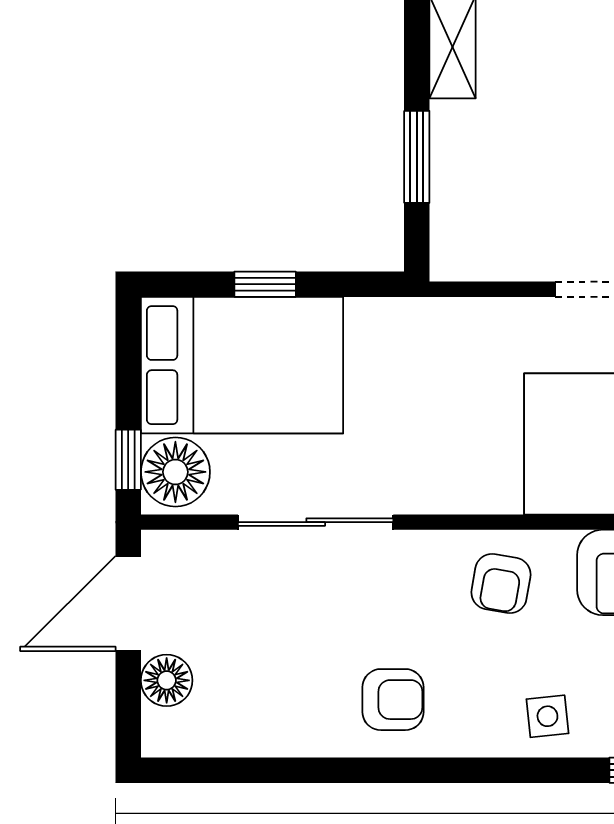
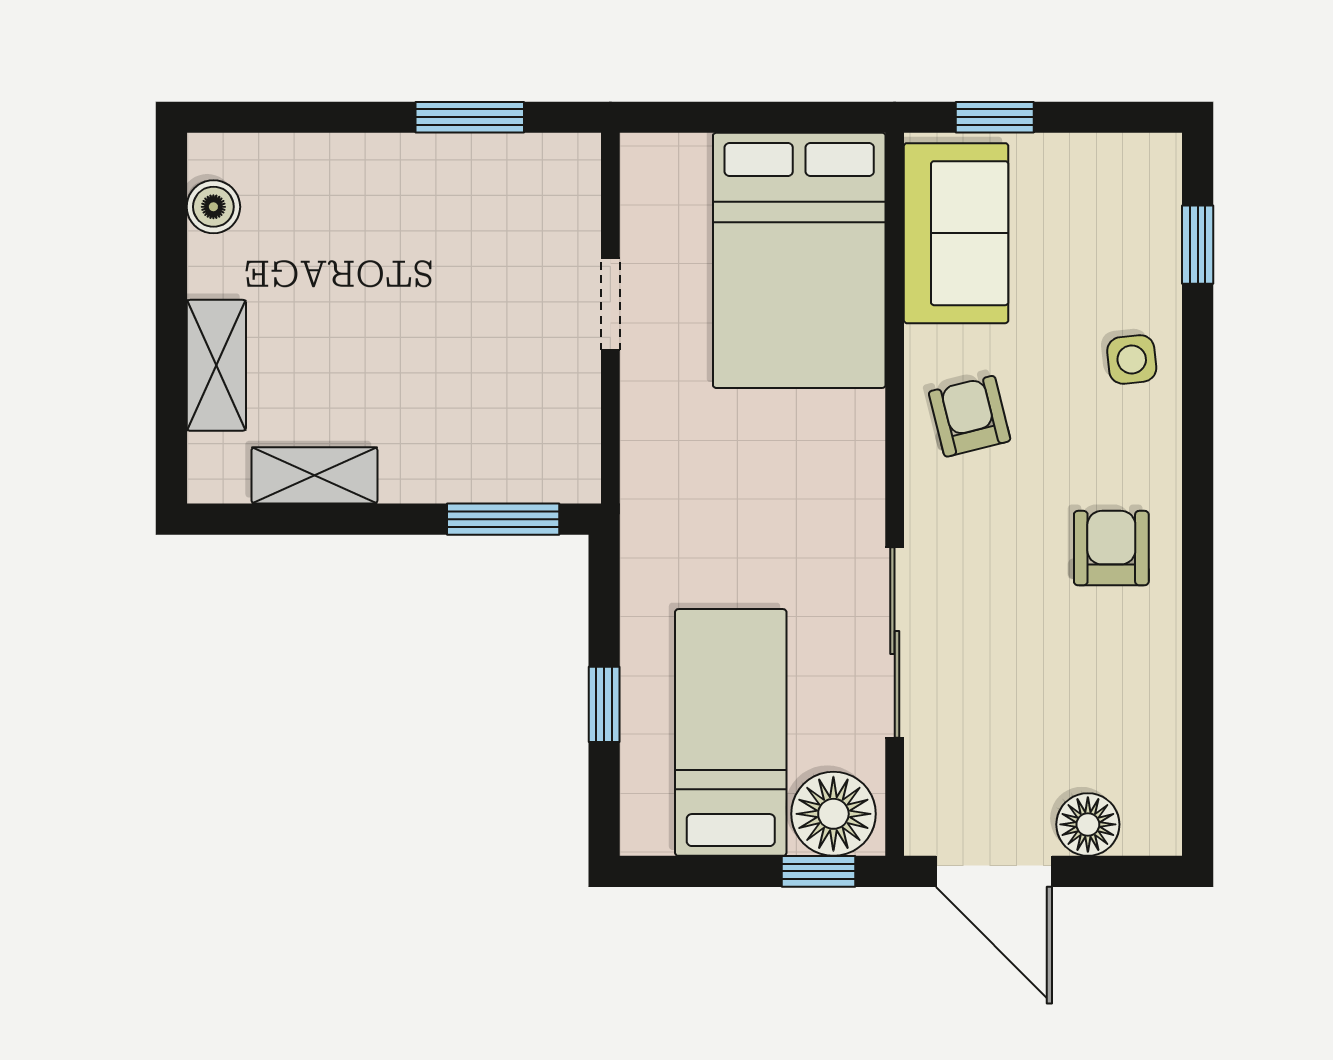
window: (417, 157) -> (503, 519), moved
bed: (242, 365) -> (731, 732), width x0.67
armchair: (501, 583) -> (970, 416), turned -114

